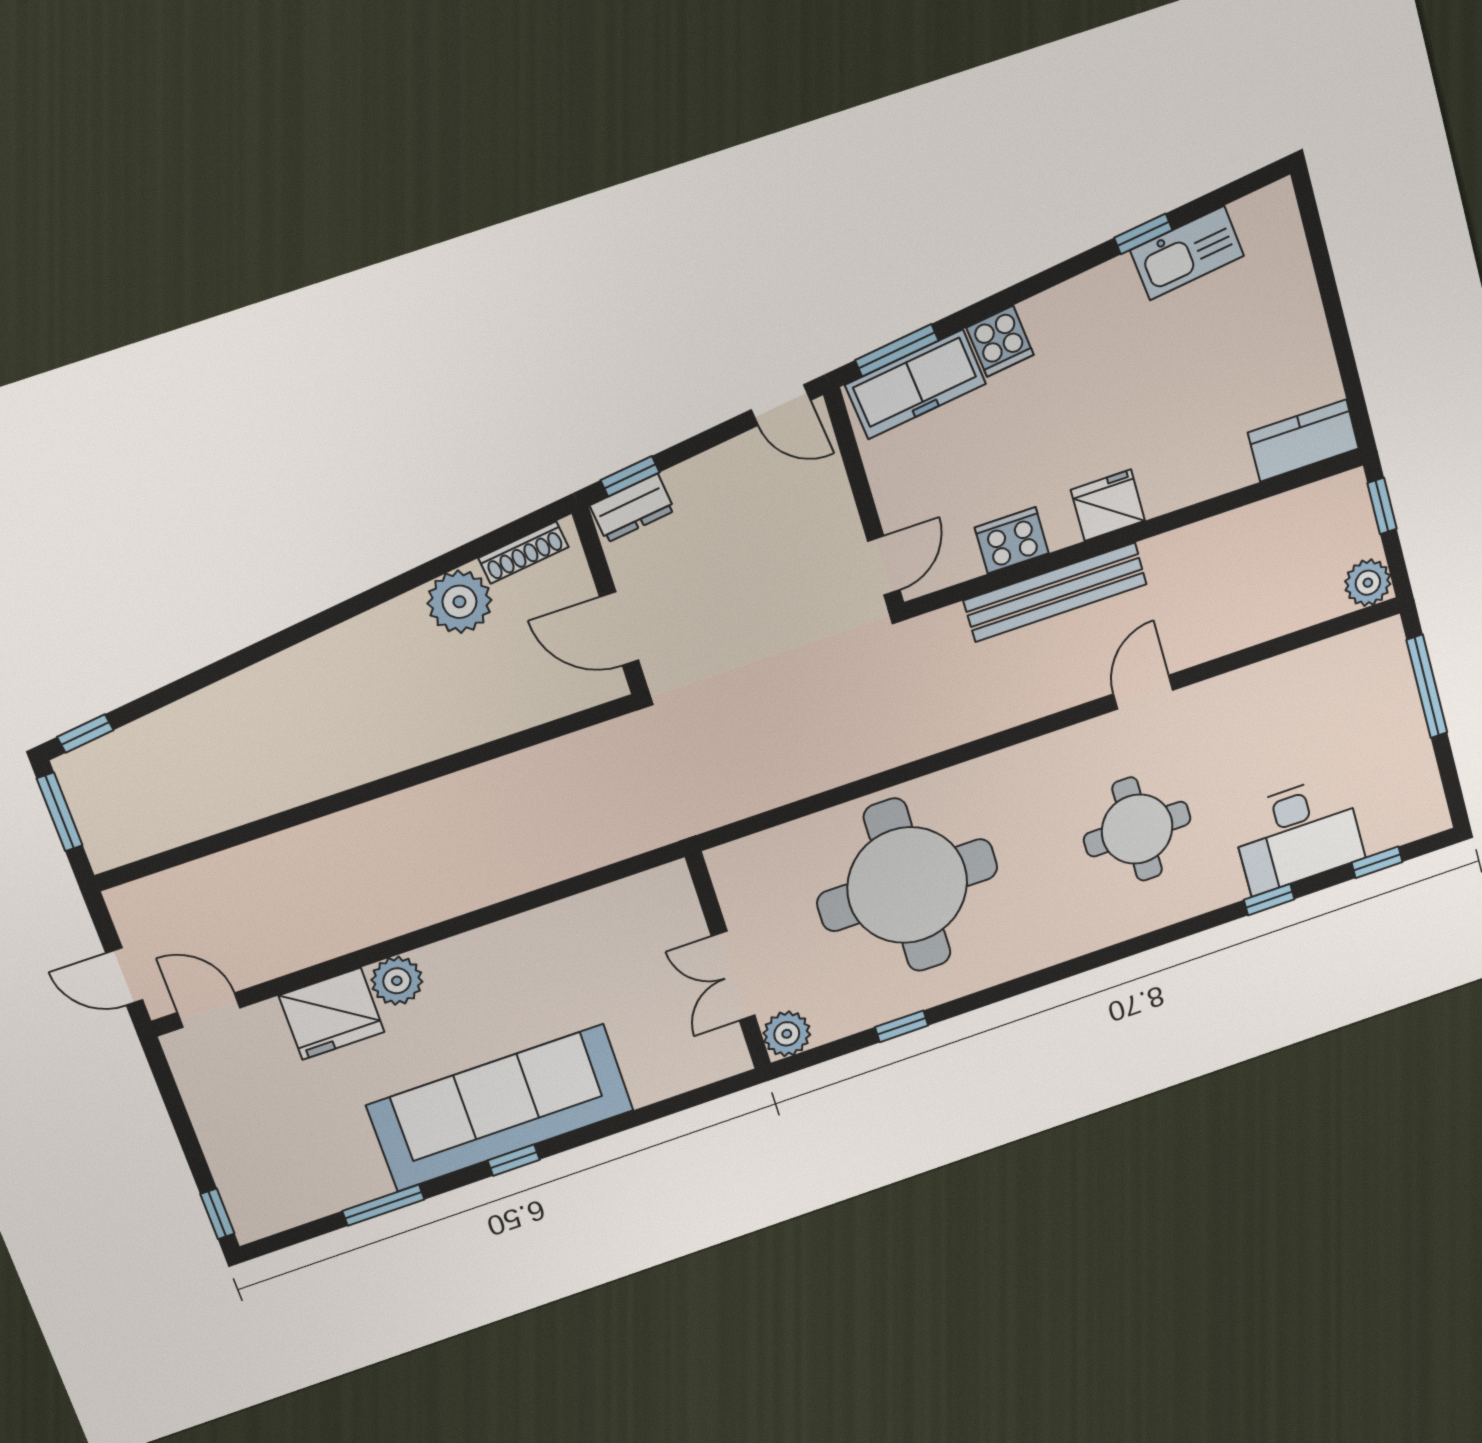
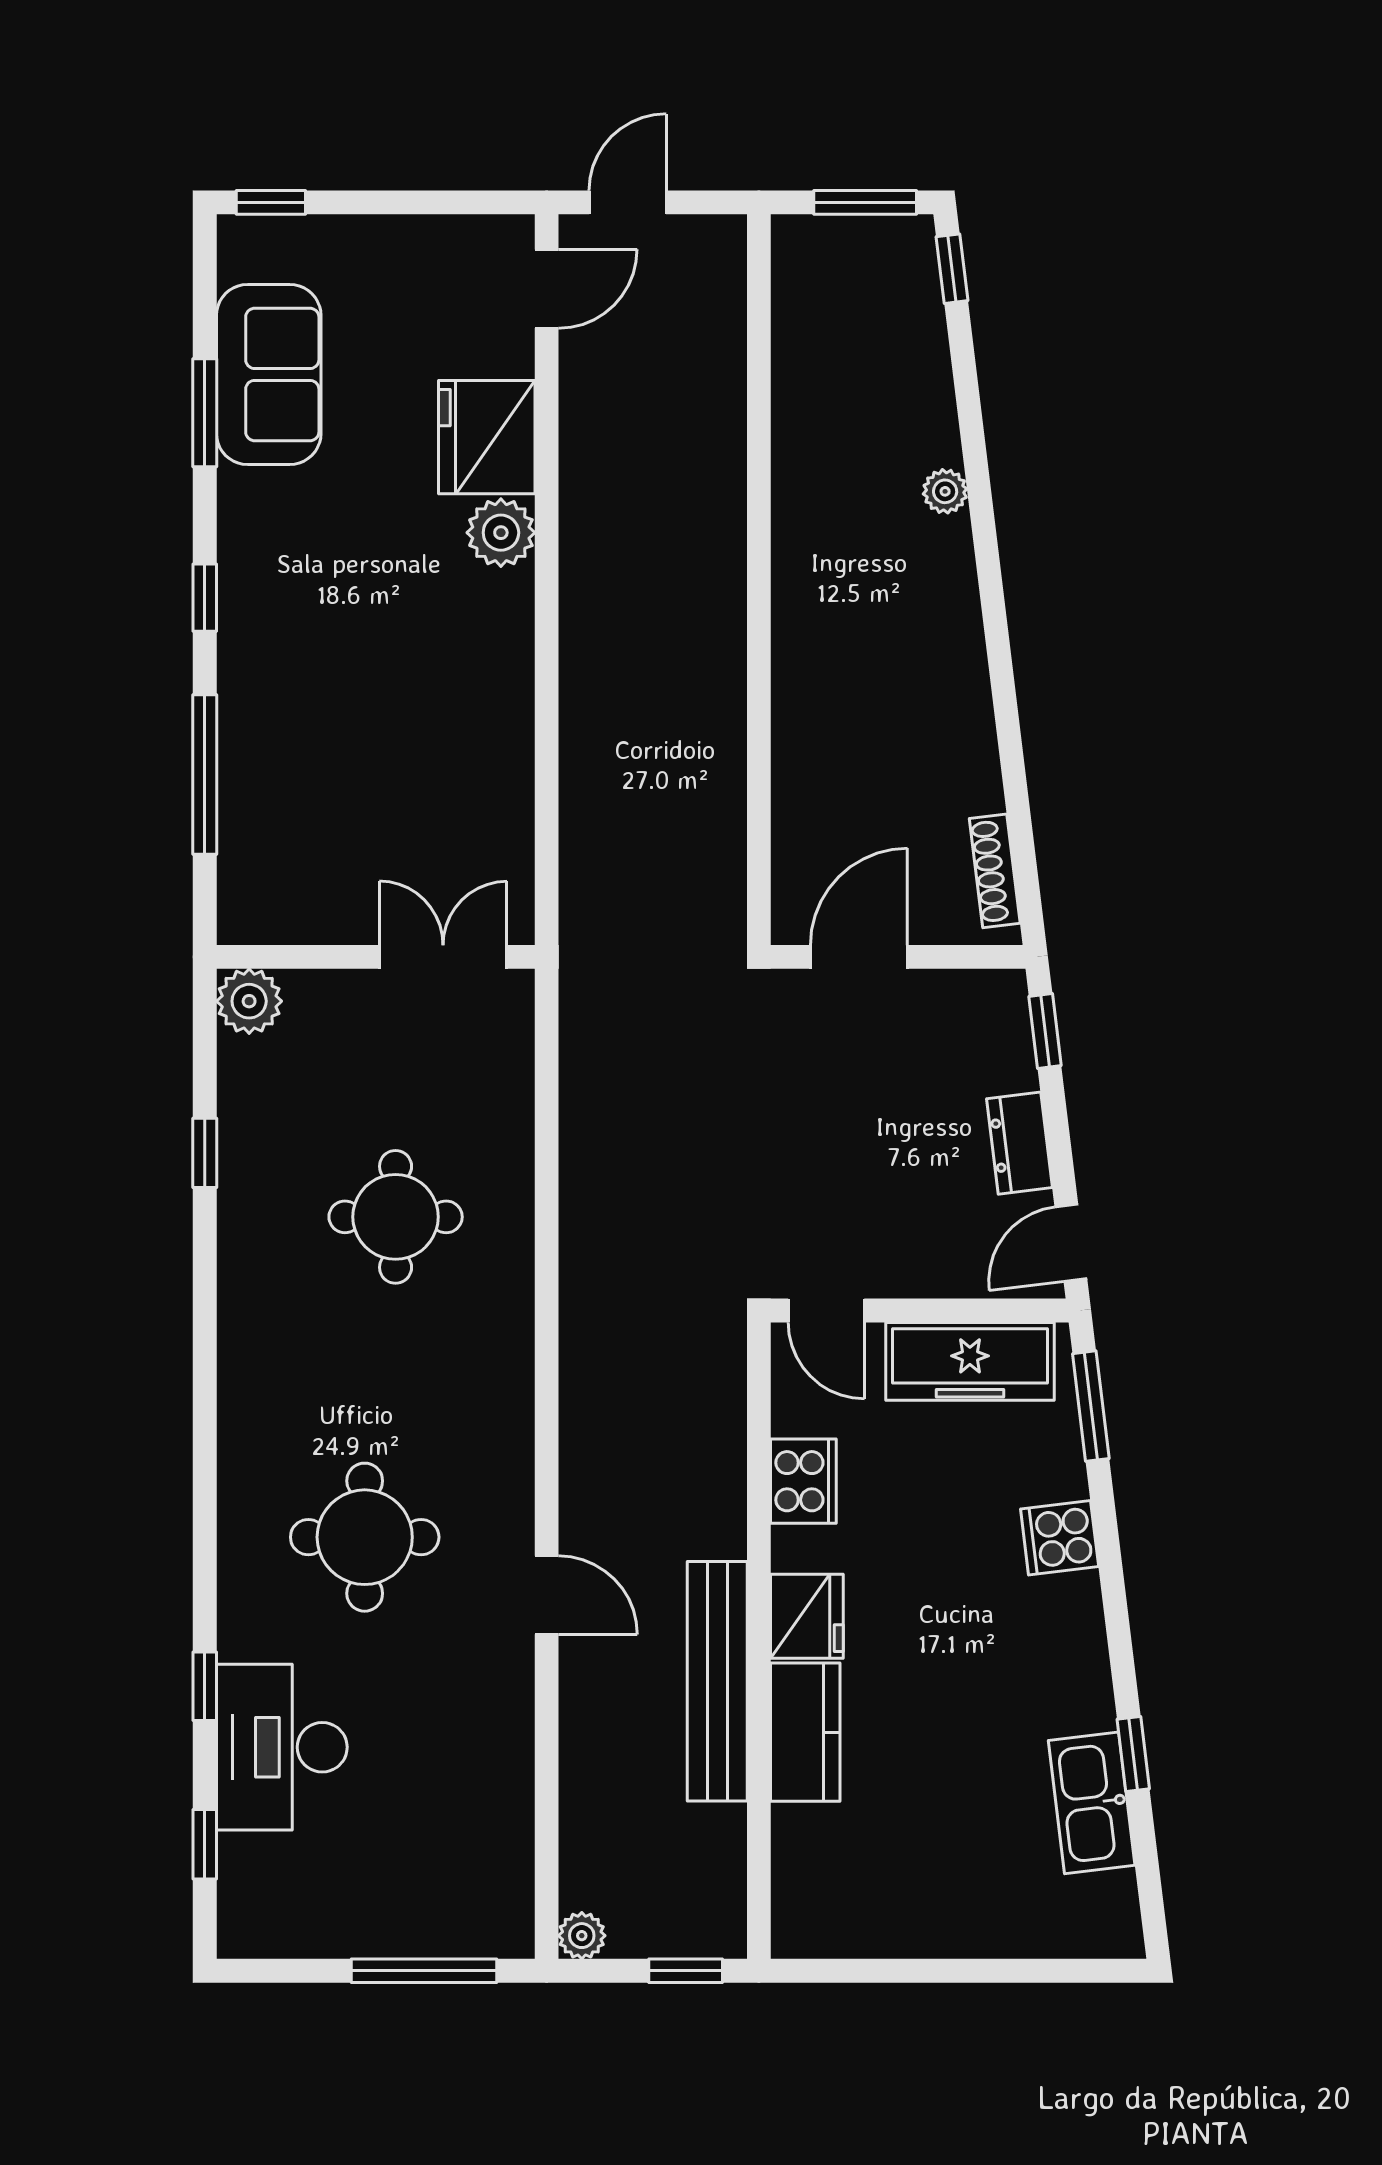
freezer: (915, 384) -> (970, 1361), moved, turned -83
kitchen counter: (1303, 441) -> (805, 1732), moved
dresser: (632, 508) -> (1019, 1143), moved
plant: (1368, 583) -> (582, 1936), width x0.73, depth x0.73
bench: (1055, 592) -> (717, 1681), moved
plant: (459, 602) -> (945, 491), moved, width x0.53, depth x0.53
round table: (907, 885) -> (396, 1217), width x0.54, depth x0.54
double door: (733, 976) -> (443, 957), moved
sofa: (500, 1108) -> (269, 374), moved, width x0.54, depth x0.79
window: (638, 1117) -> (205, 774), added

